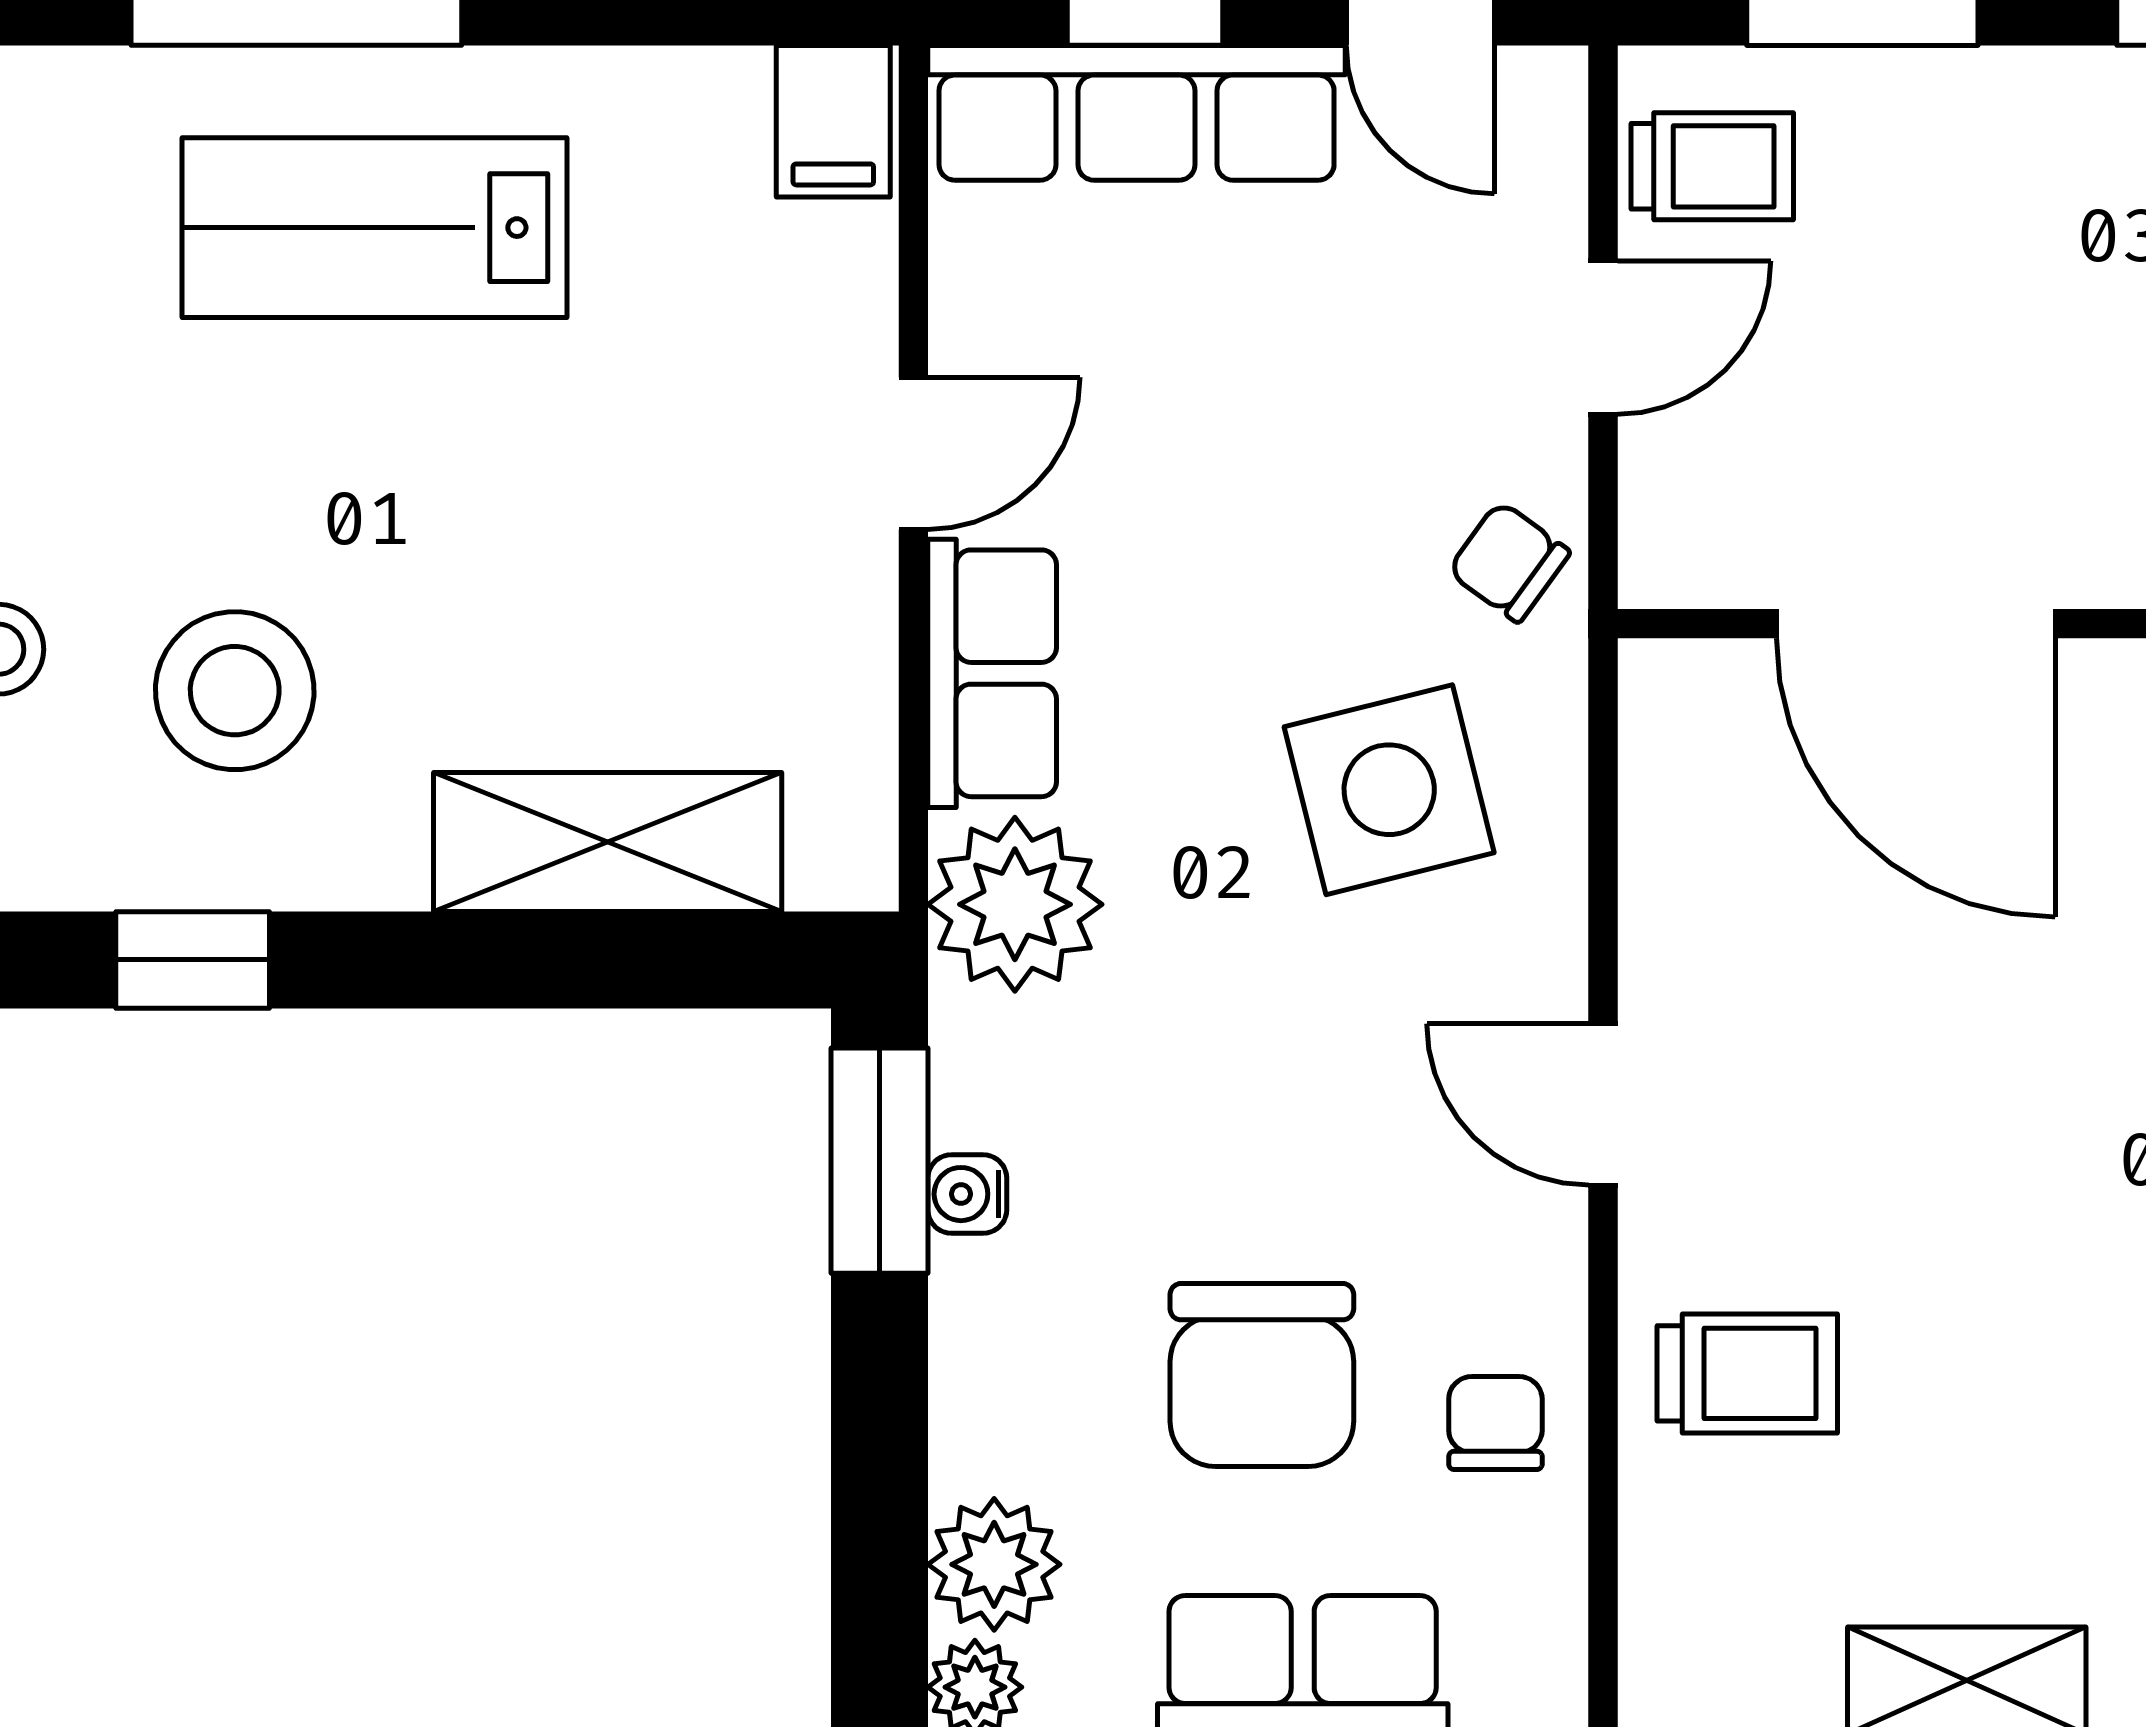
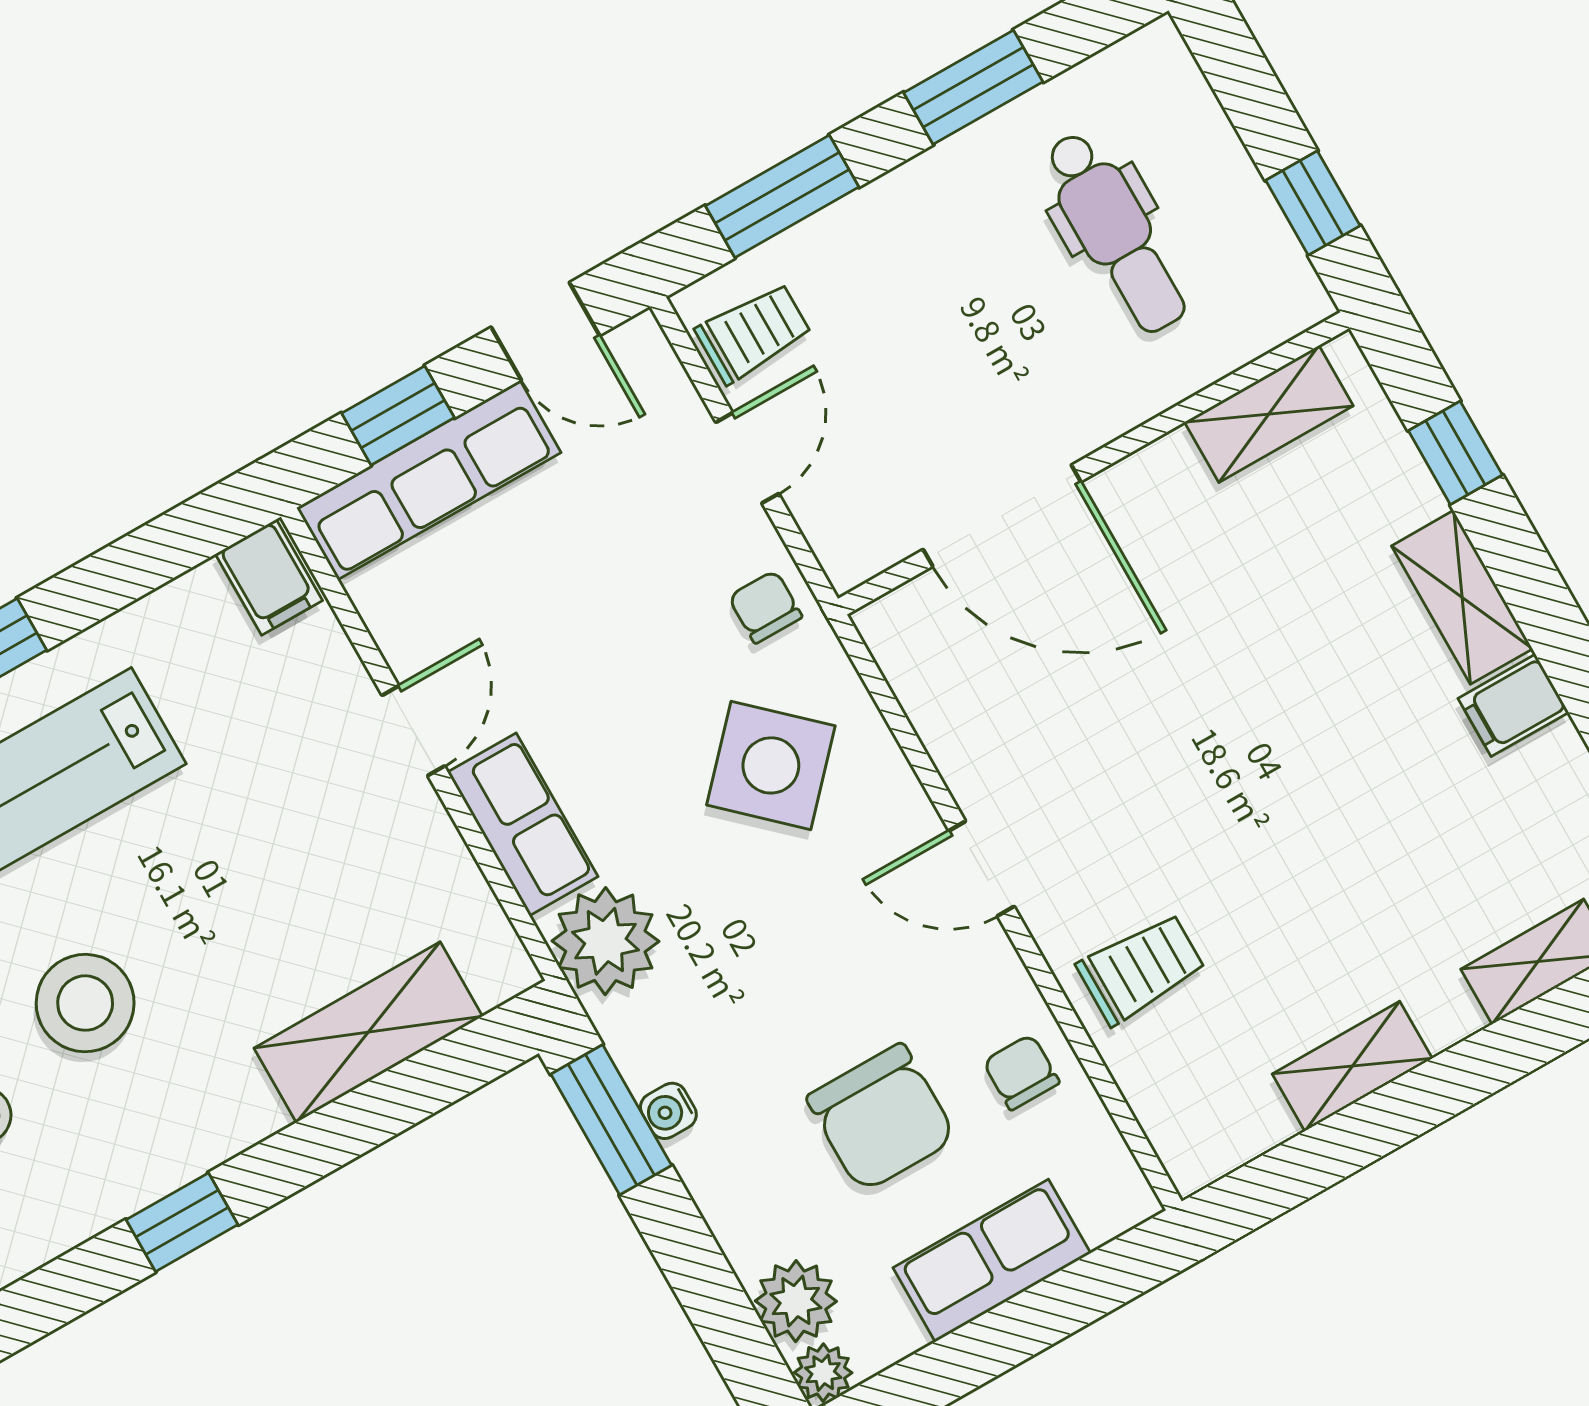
chair: (1509, 562) -> (765, 607), turned 54
stool: (235, 691) -> (85, 1003), moved
side table: (1389, 790) -> (771, 765), turned -33

